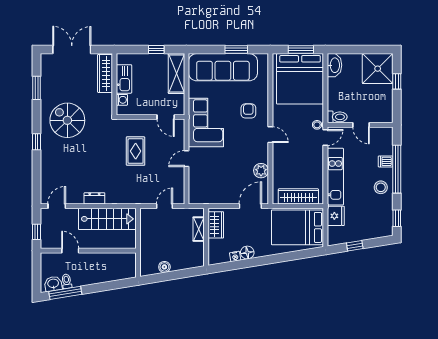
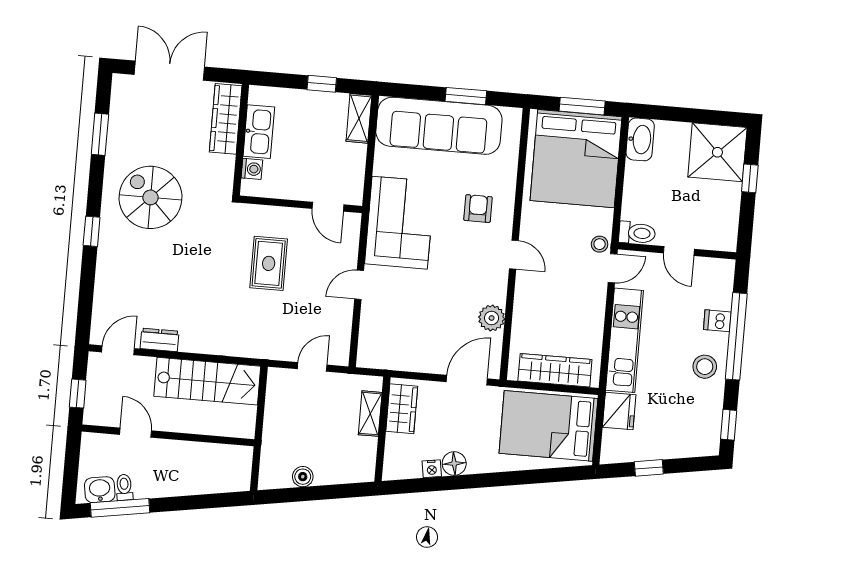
shelving: (176, 74) -> (359, 118), width x0.67, depth x0.75
dresser: (94, 198) -> (159, 340), moved

